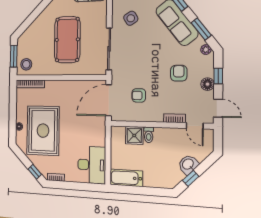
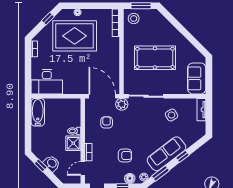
plant: (118, 77) -> (122, 104), added
floor lamp: (207, 84) -> (130, 178), moved
shower: (134, 135) -> (73, 143), moved
window: (35, 172) -> (48, 19), moved

